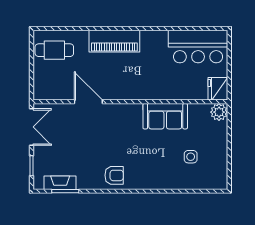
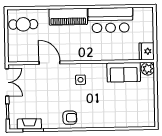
bar counter: (198, 47) -> (110, 20), moved
sofa: (165, 116) -> (124, 72), moved
side table: (191, 157) -> (81, 80), moved

